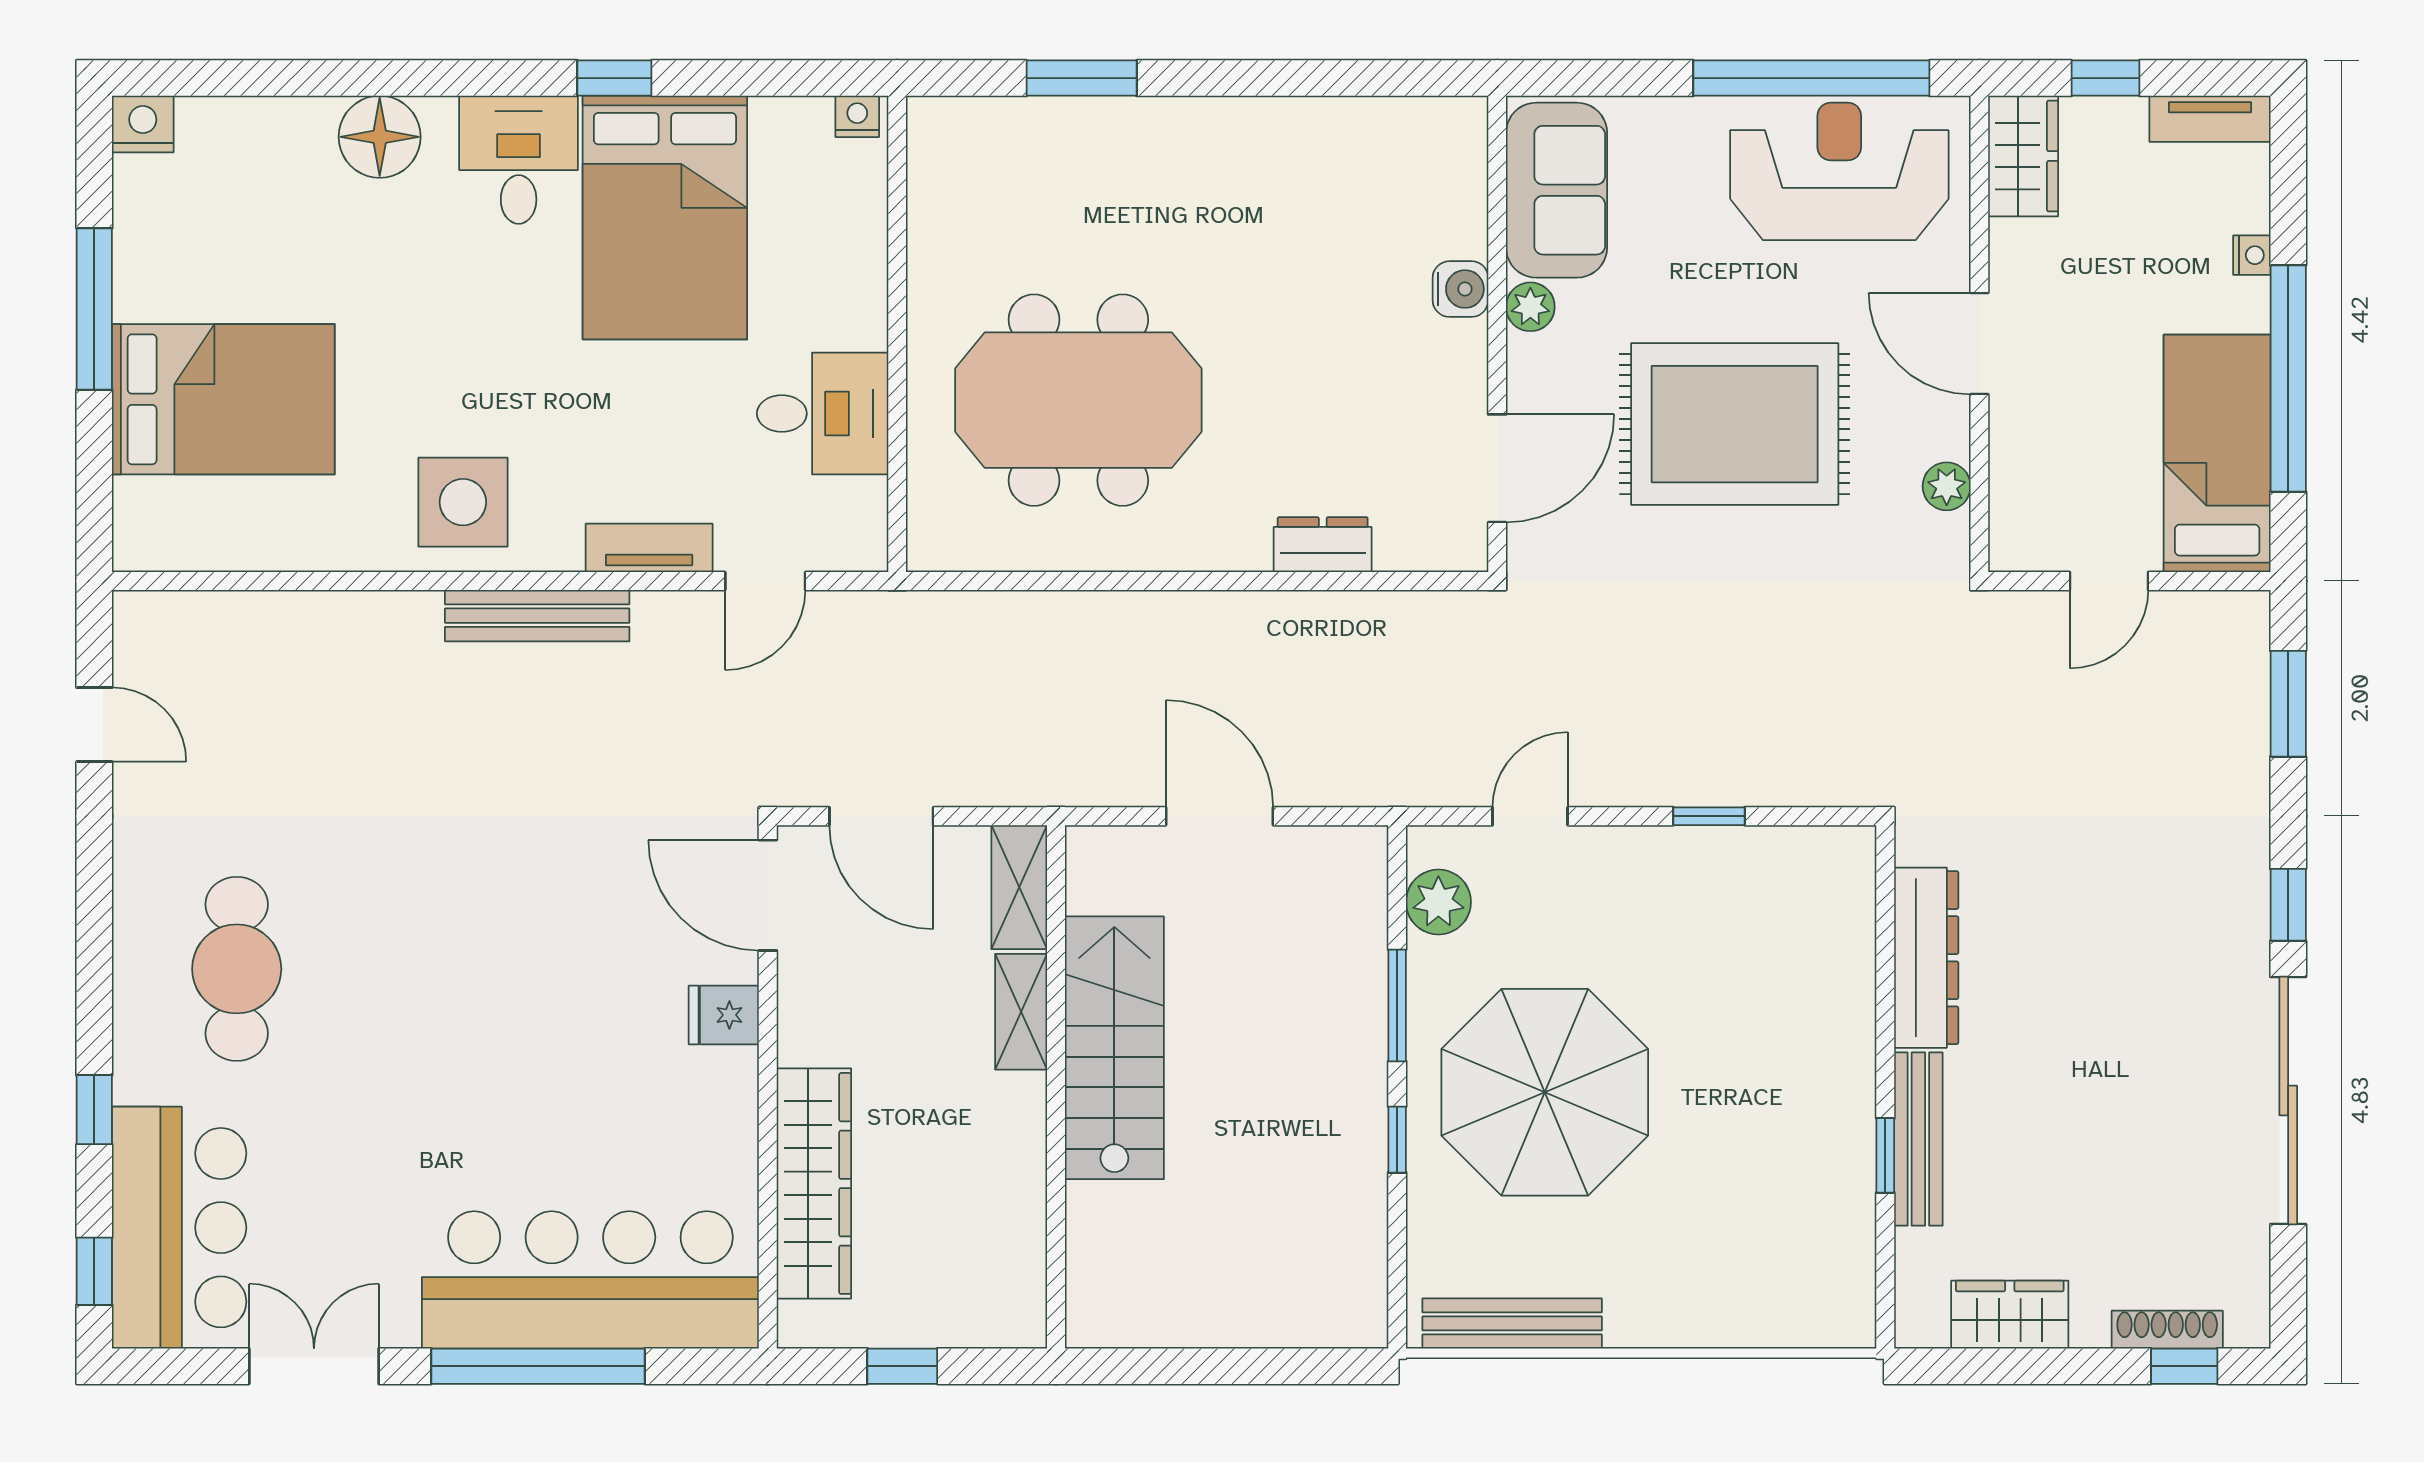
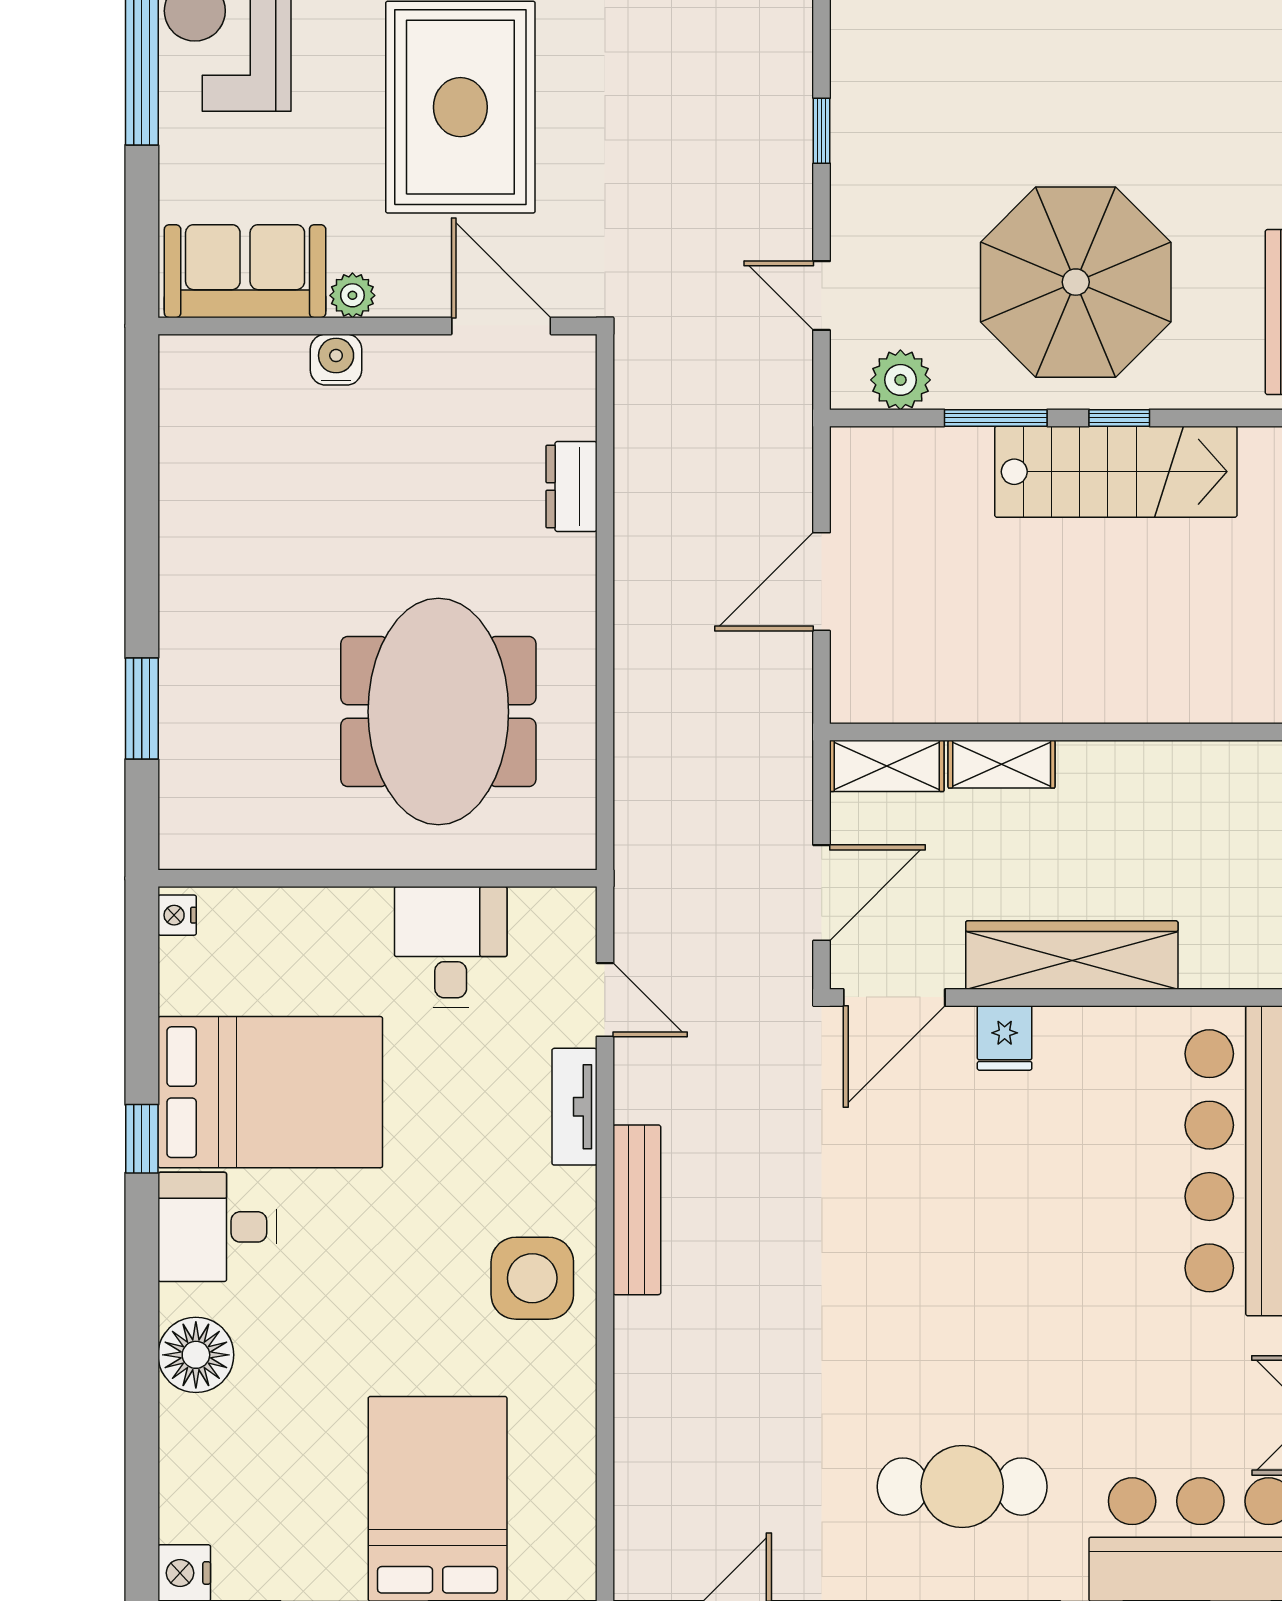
stairs: (1114, 1048) -> (1116, 472), moved, turned 180
wardrobe: (814, 1183) -> (1072, 955), moved

